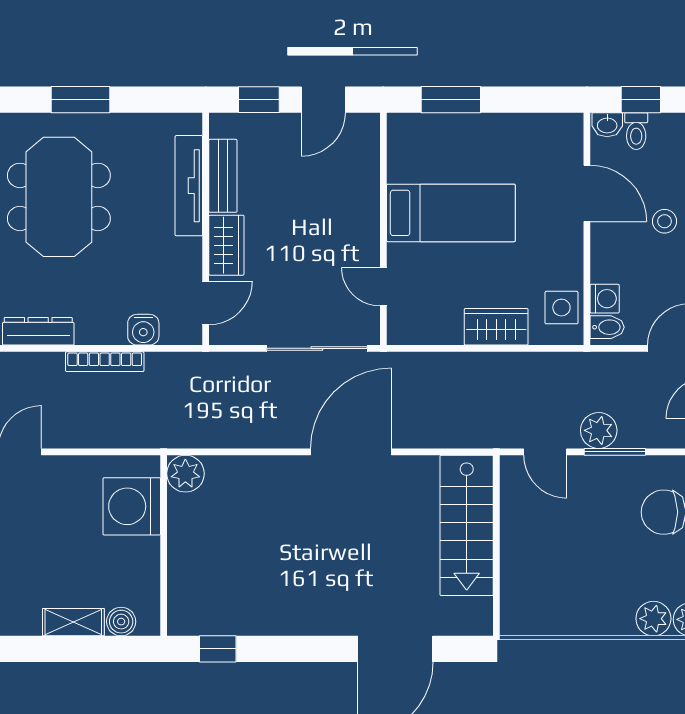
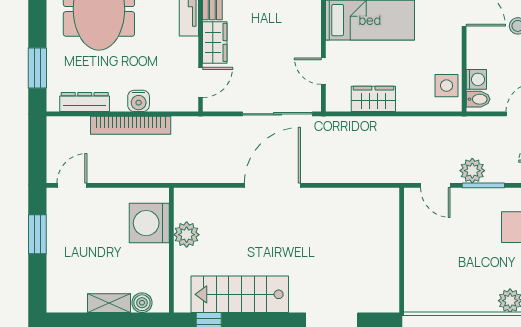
wardrobe: (496, 327) -> (373, 99), moved
water cooler: (143, 330) -> (139, 101), moved
bookcase: (105, 362) -> (131, 125), width x1.48, depth x1.31
door: (351, 452) -> (272, 185), moved
plant: (185, 474) -> (187, 235), moved
stairs: (467, 525) -> (240, 294), moved, turned 90

